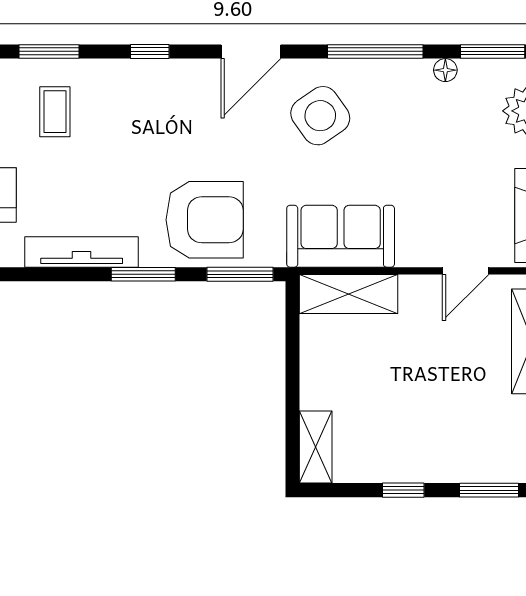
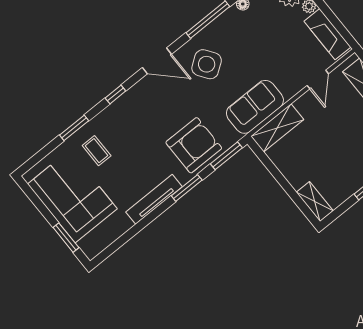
door: (251, 51) -> (157, 61), hinge flipped

